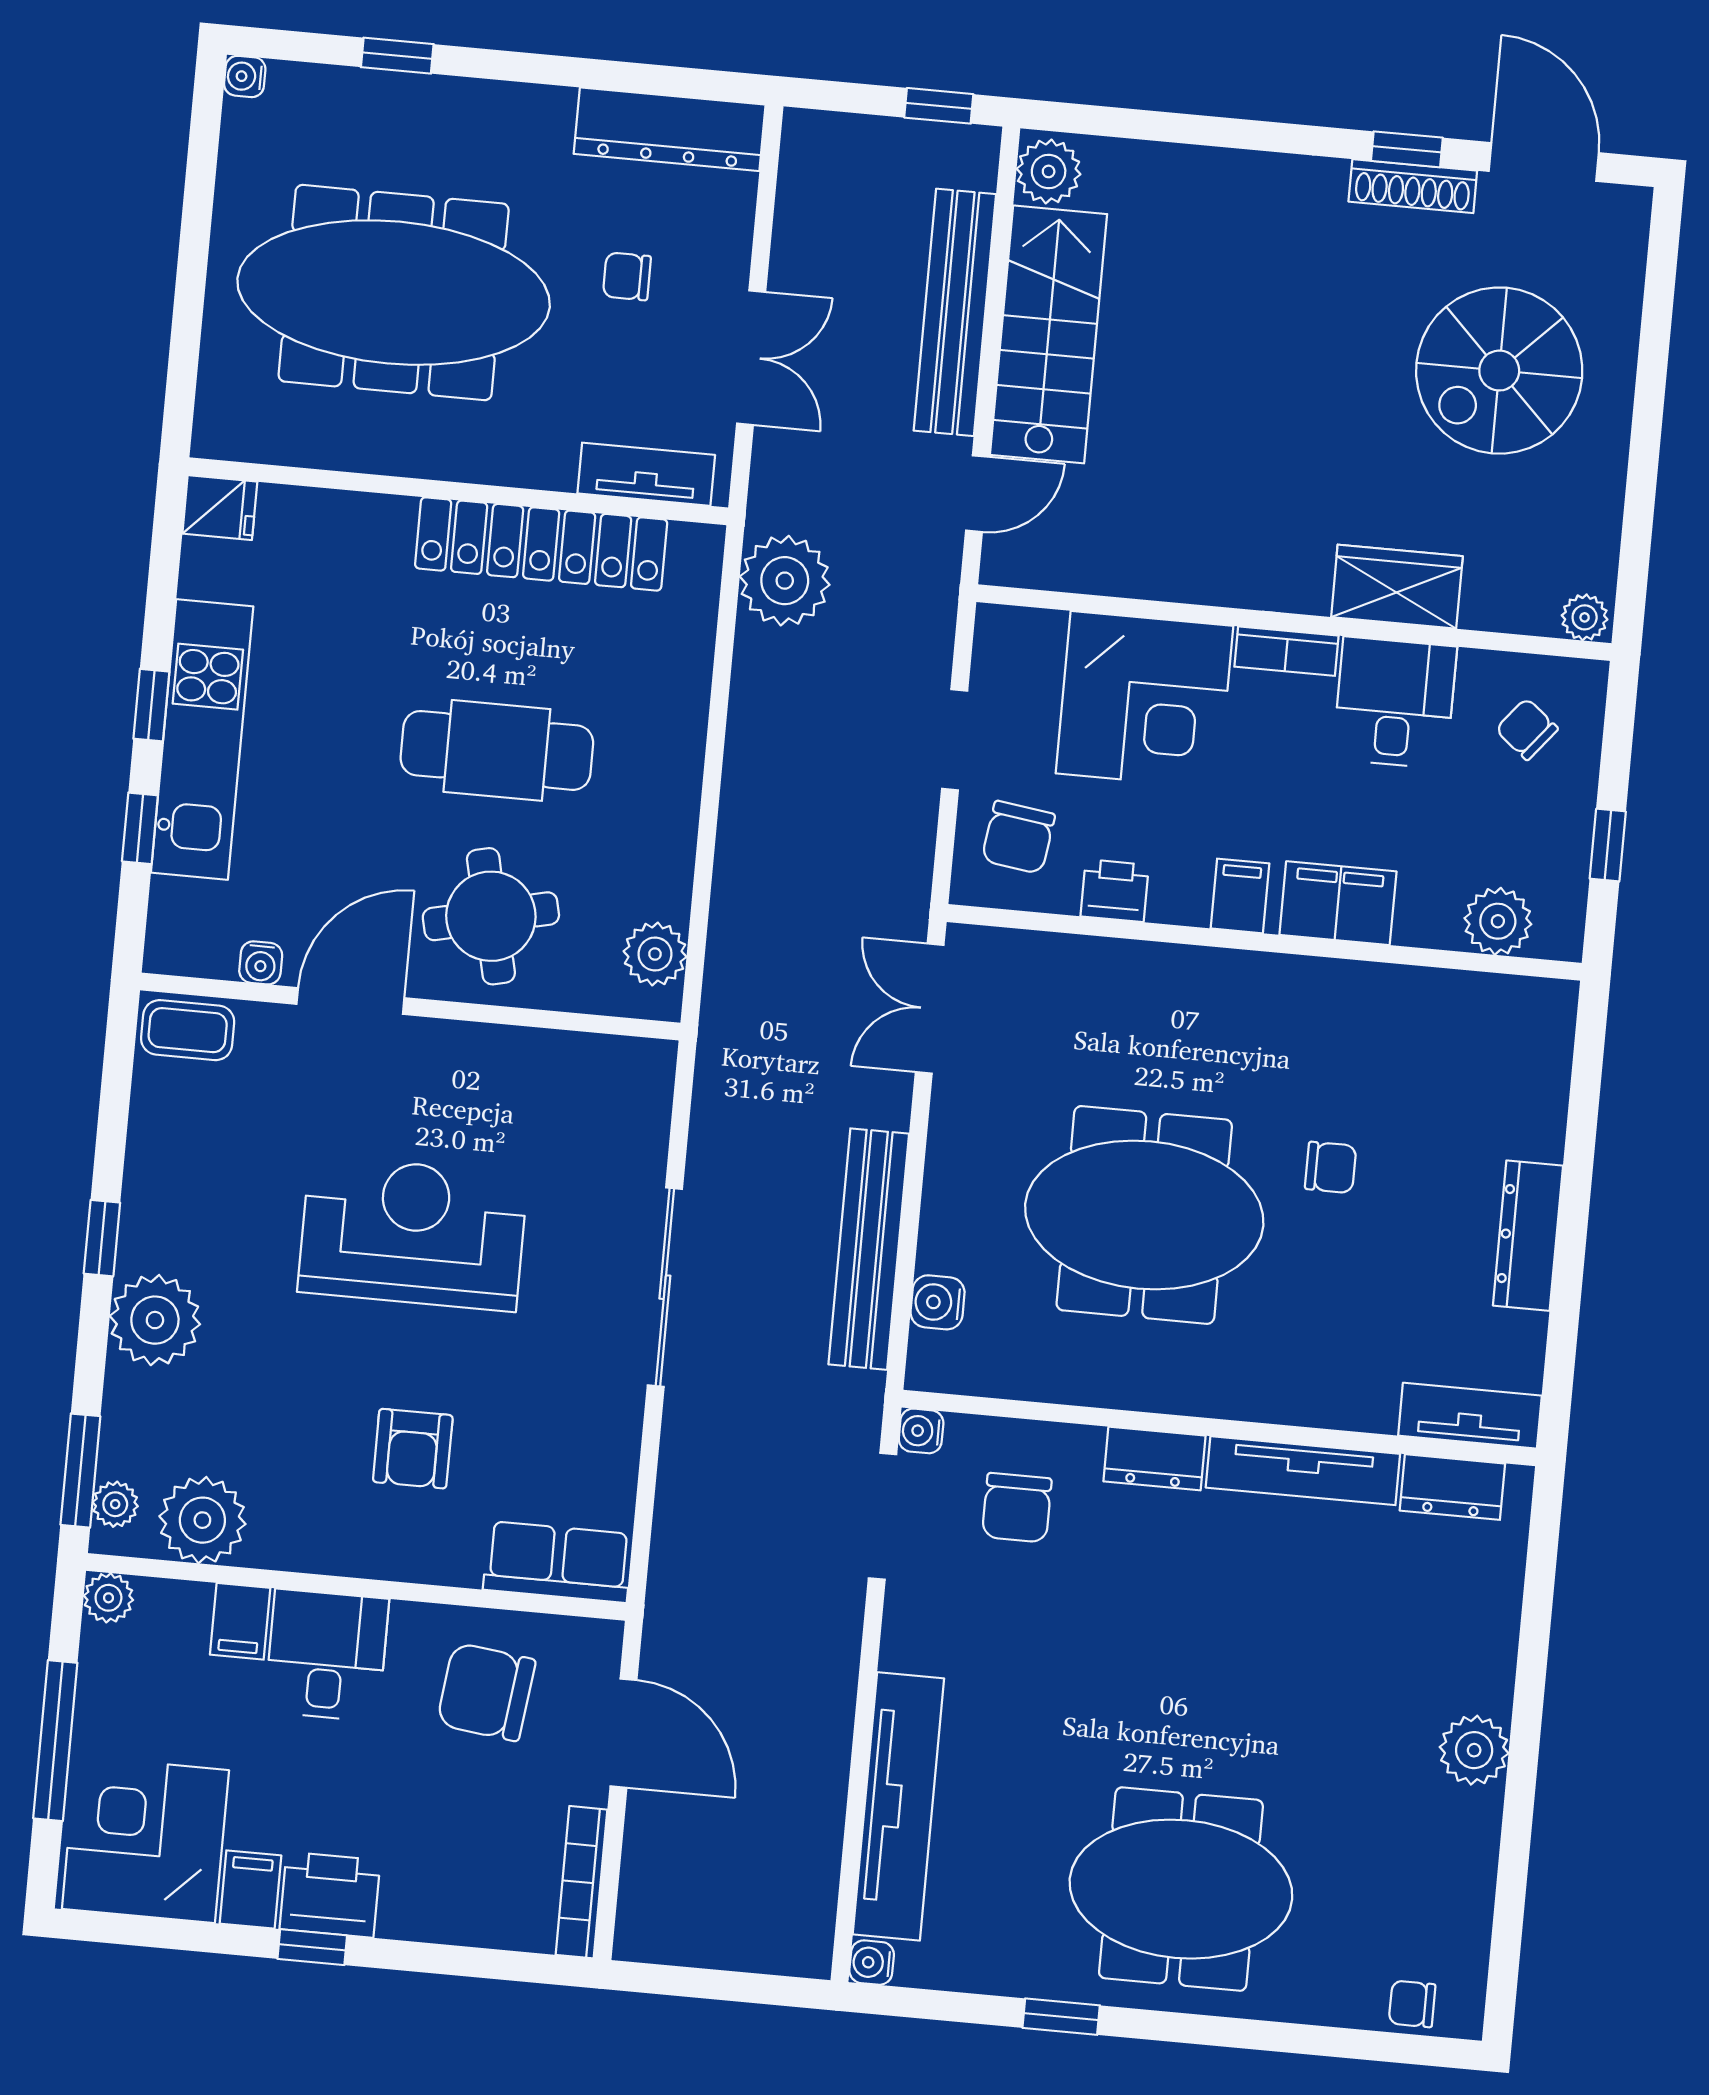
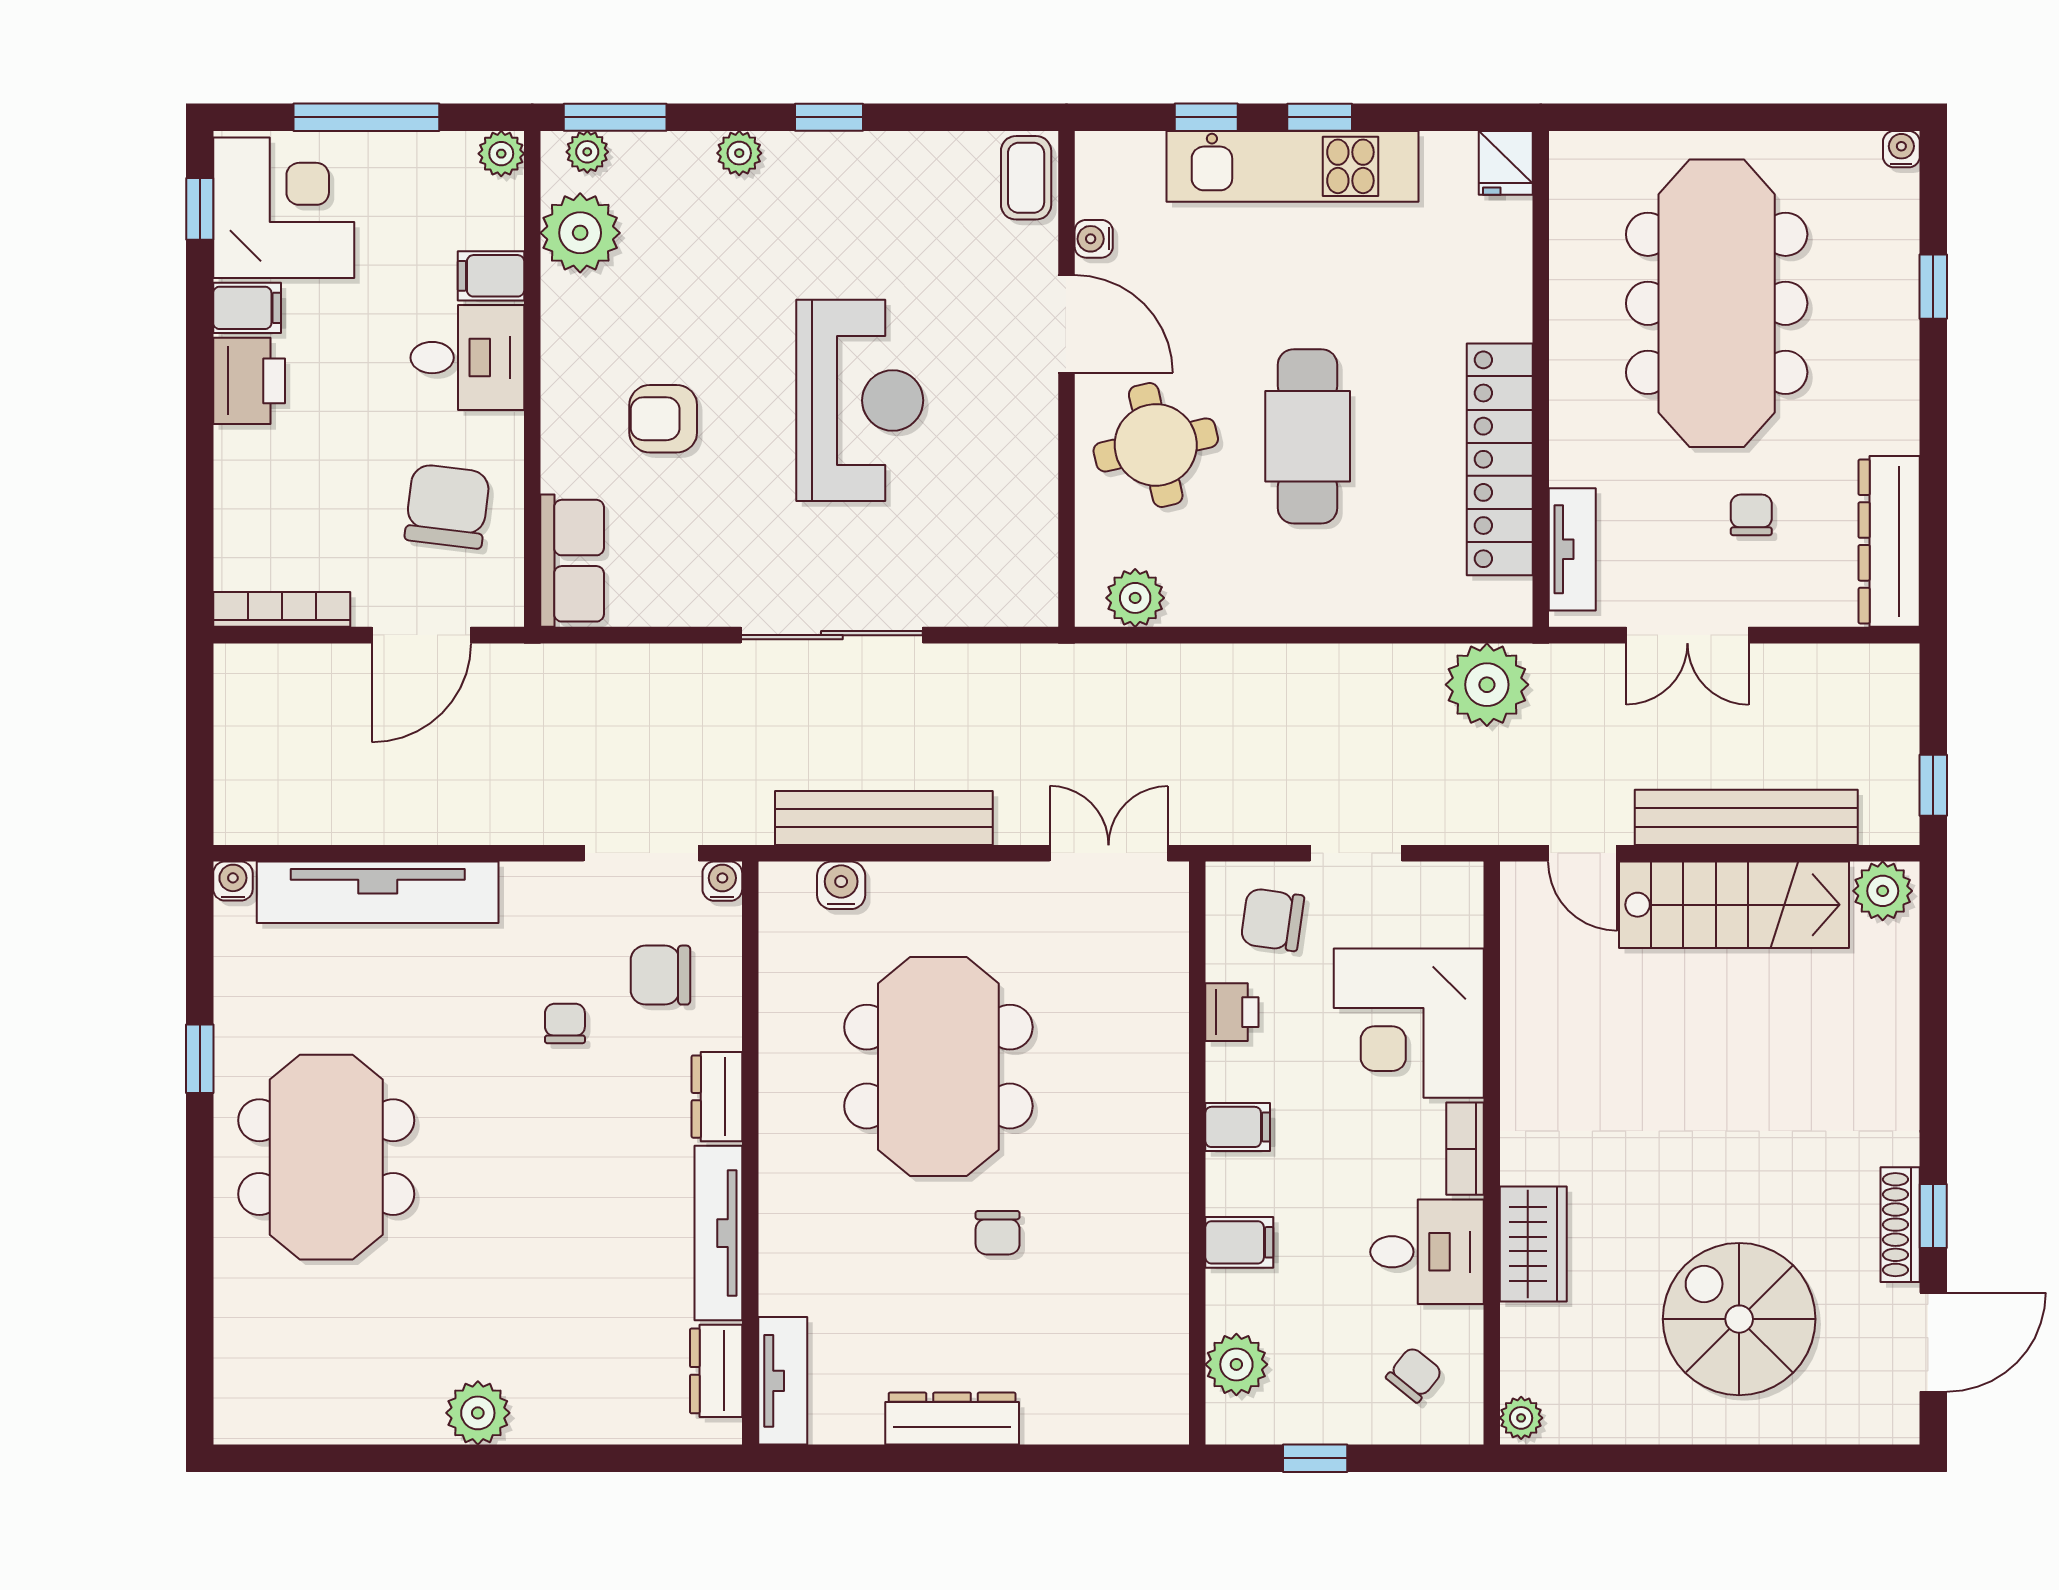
filing cabinet: (1338, 903) -> (1239, 1242), width x0.50
plant: (155, 1320) -> (739, 153), width x0.53, depth x0.53
window: (312, 1947) -> (200, 209), moved
chair: (1412, 2004) -> (565, 1023), moved

